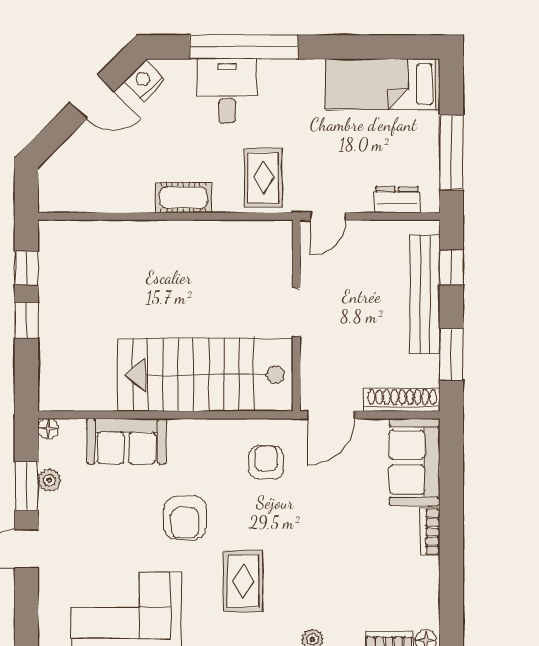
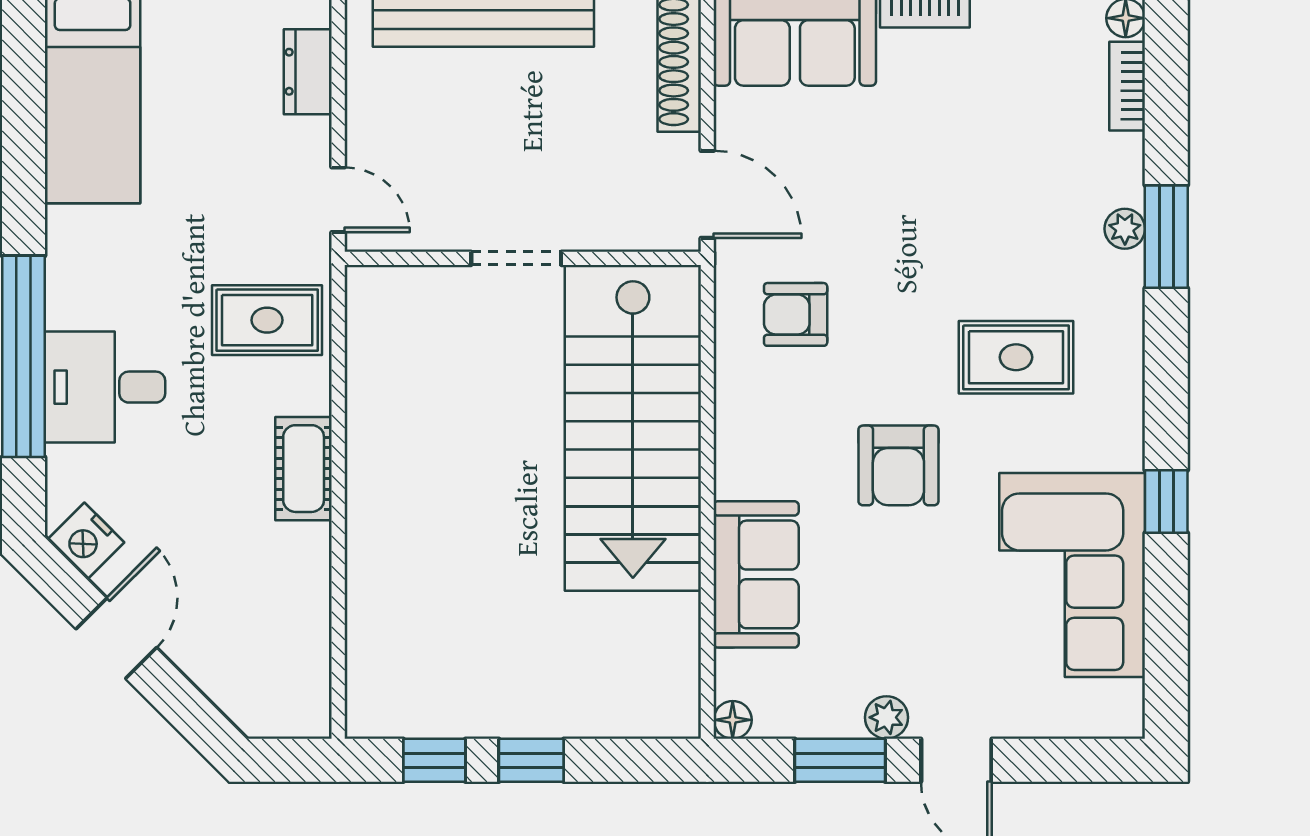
plant: (49, 480) -> (886, 717), moved
armchair: (185, 518) -> (898, 465), turned 90

